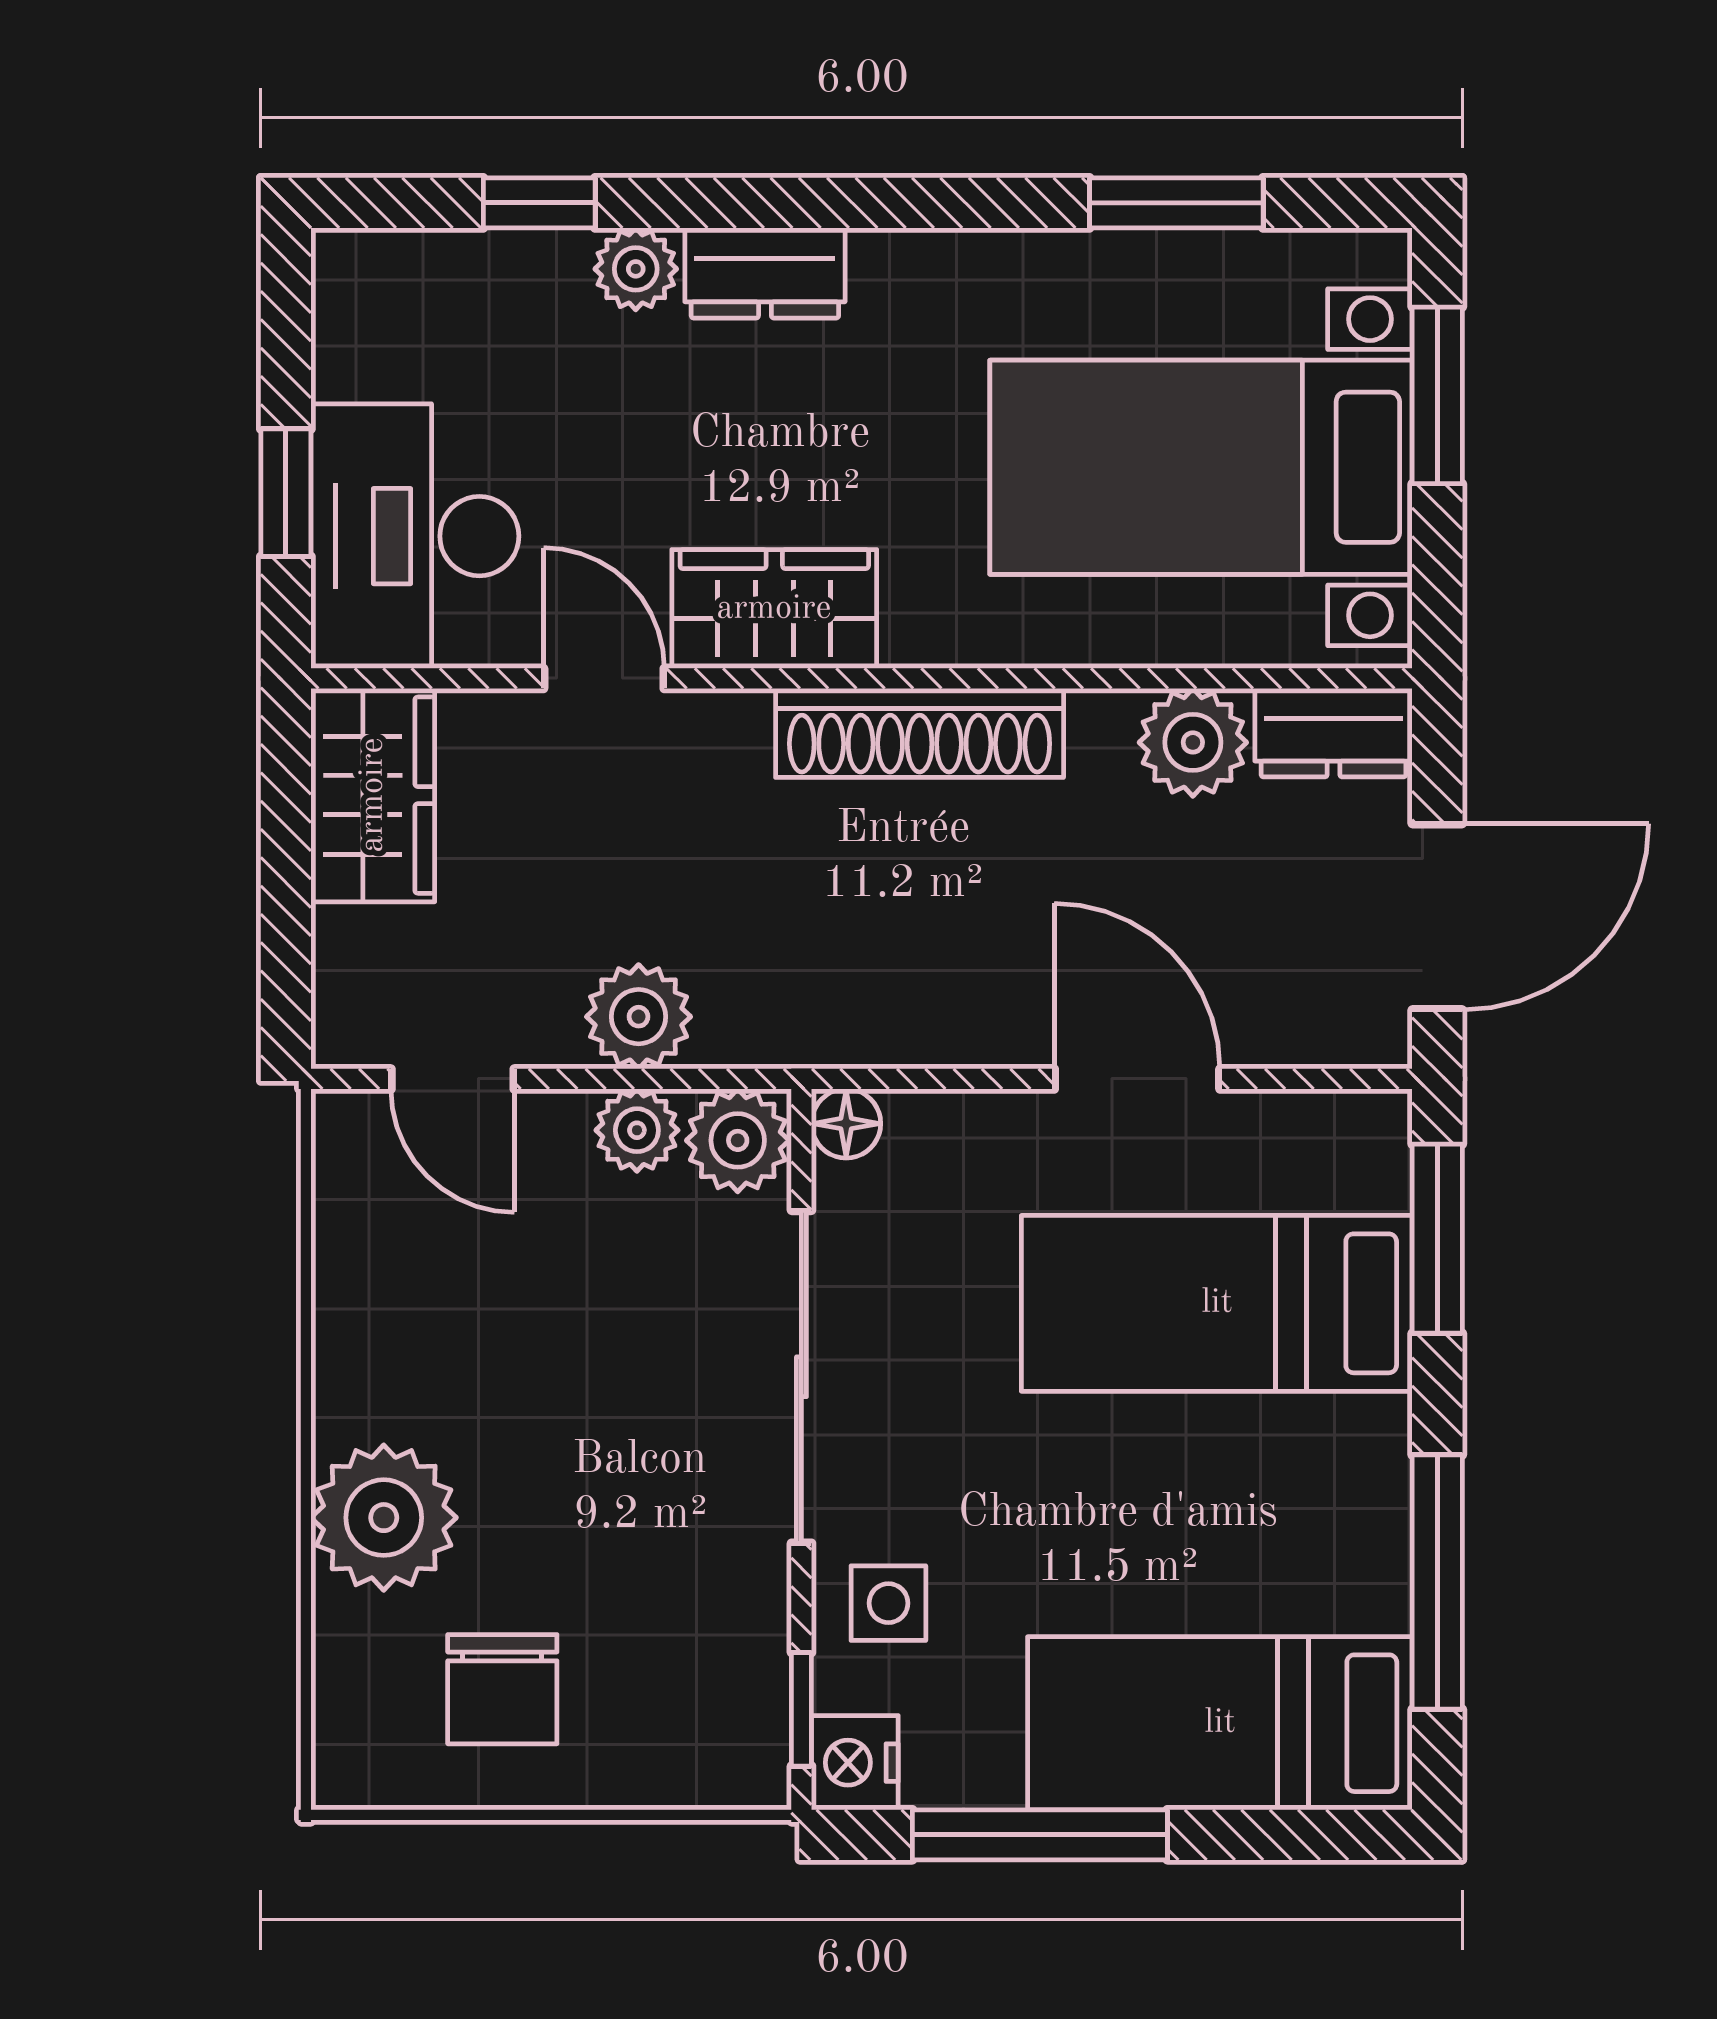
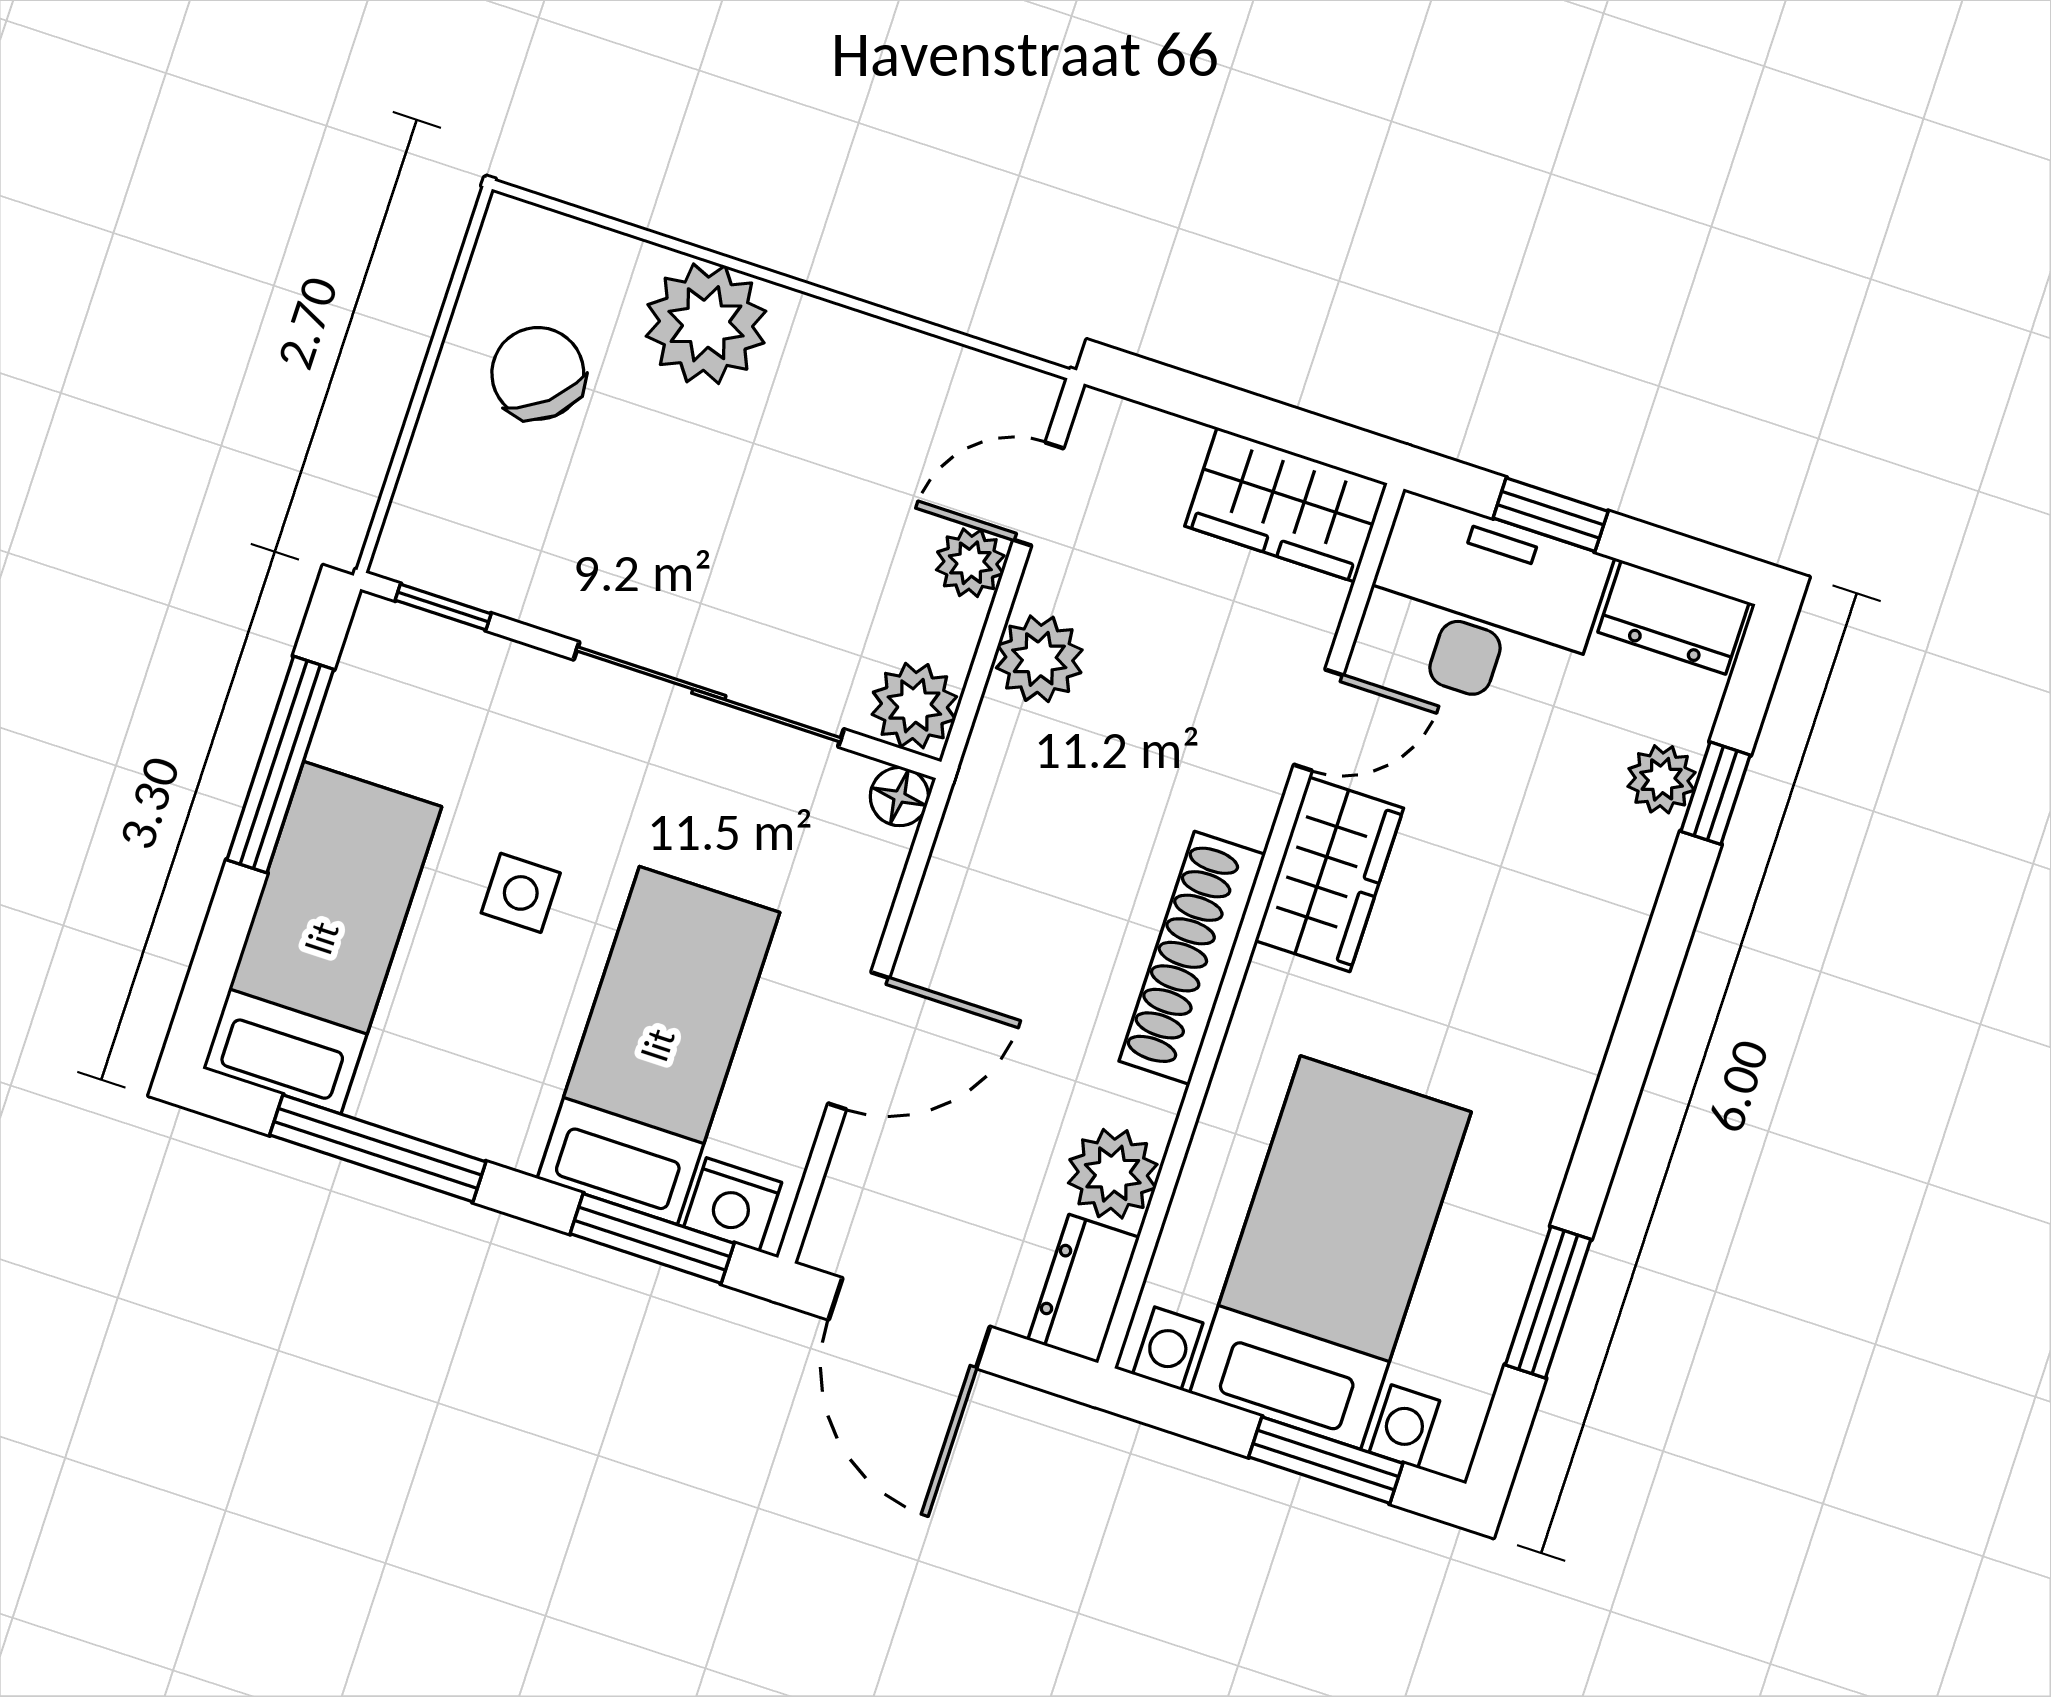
plant: (636, 269) -> (1662, 779), moved
dresser: (765, 273) -> (1674, 617), moved, turned -90
plant: (637, 1130) -> (970, 563), moved
side table: (888, 1603) -> (521, 893), moved
chair: (502, 1689) -> (538, 373), turned 49
nightstand: (855, 1763) -> (733, 1205), moved, turned 180

